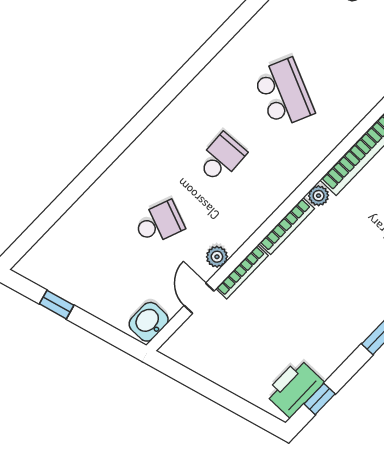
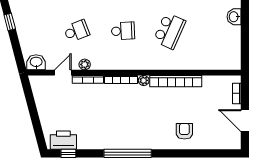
school desk: (159, 223) -> (77, 31), turned -42

